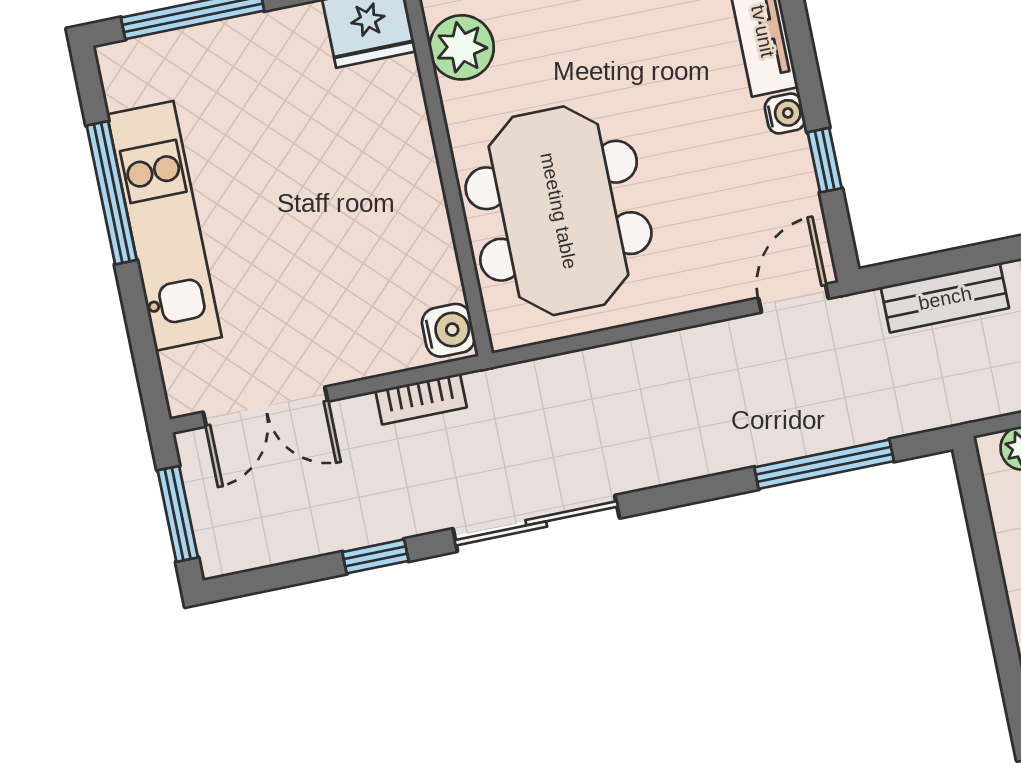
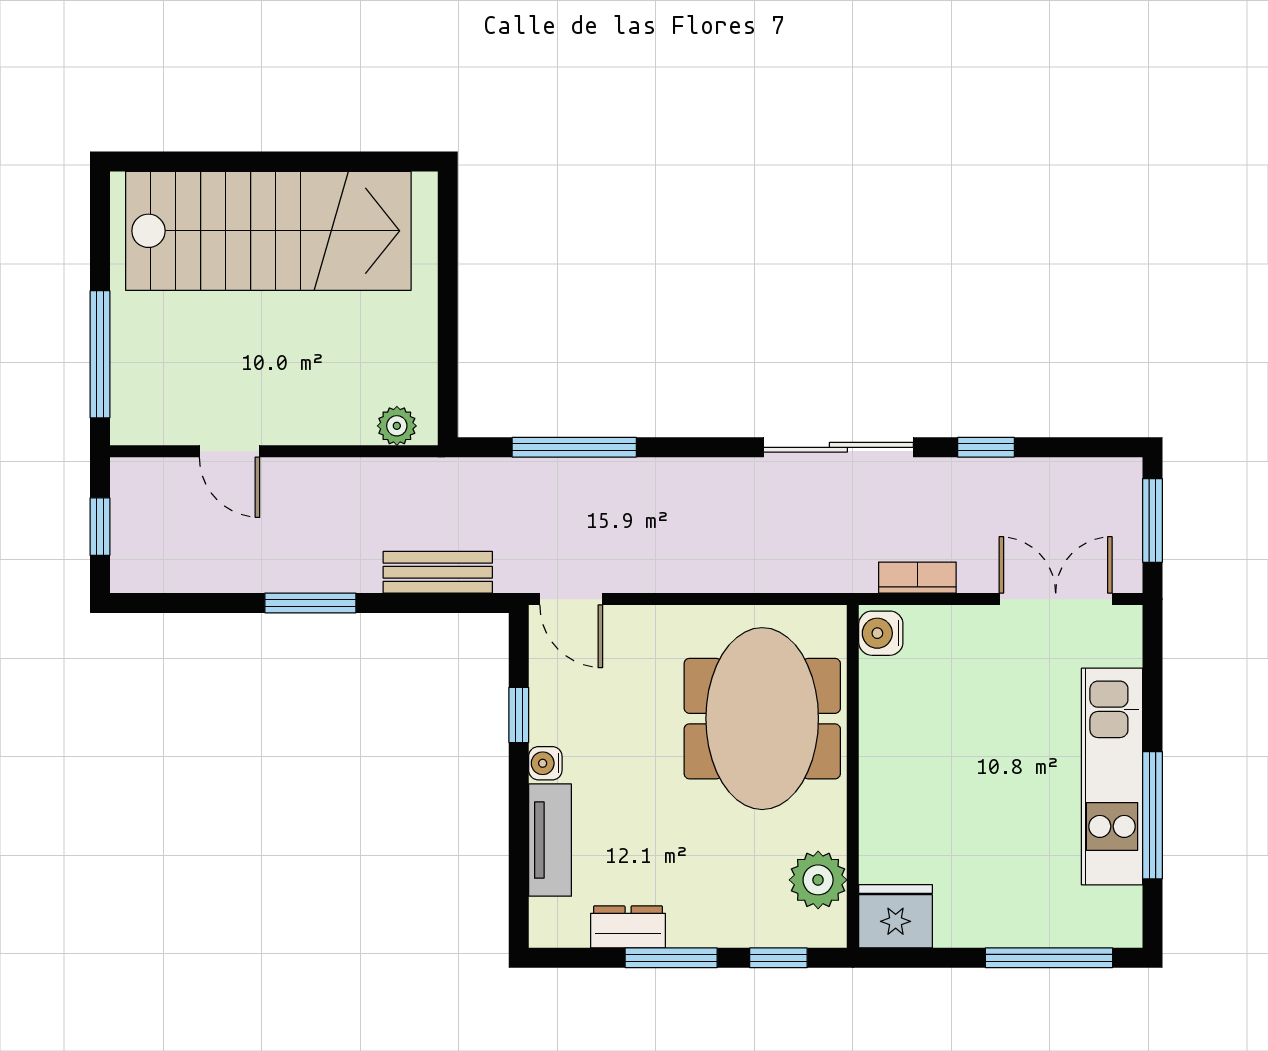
door: (793, 298) -> (571, 599), hinge flipped

